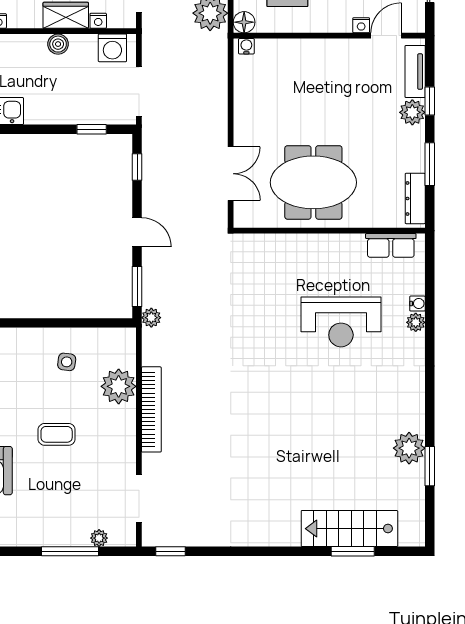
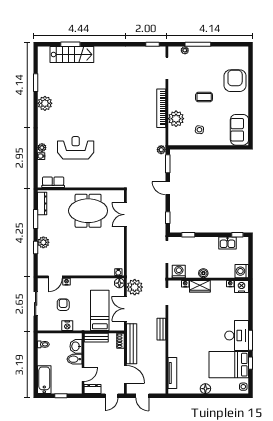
tv unit: (415, 72) -> (42, 261), removed
plant: (409, 448) -> (45, 103), moved

